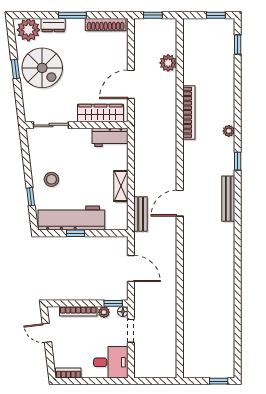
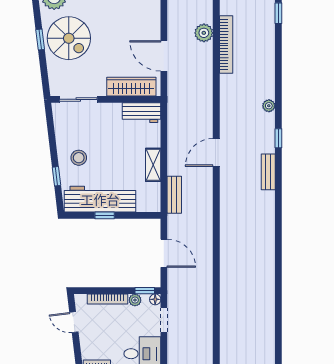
door: (131, 84) -> (164, 56), hinge flipped
bookcase: (189, 112) -> (226, 44), moved
bench: (228, 199) -> (268, 172), width x0.73
door: (180, 203) -> (216, 152), moved

